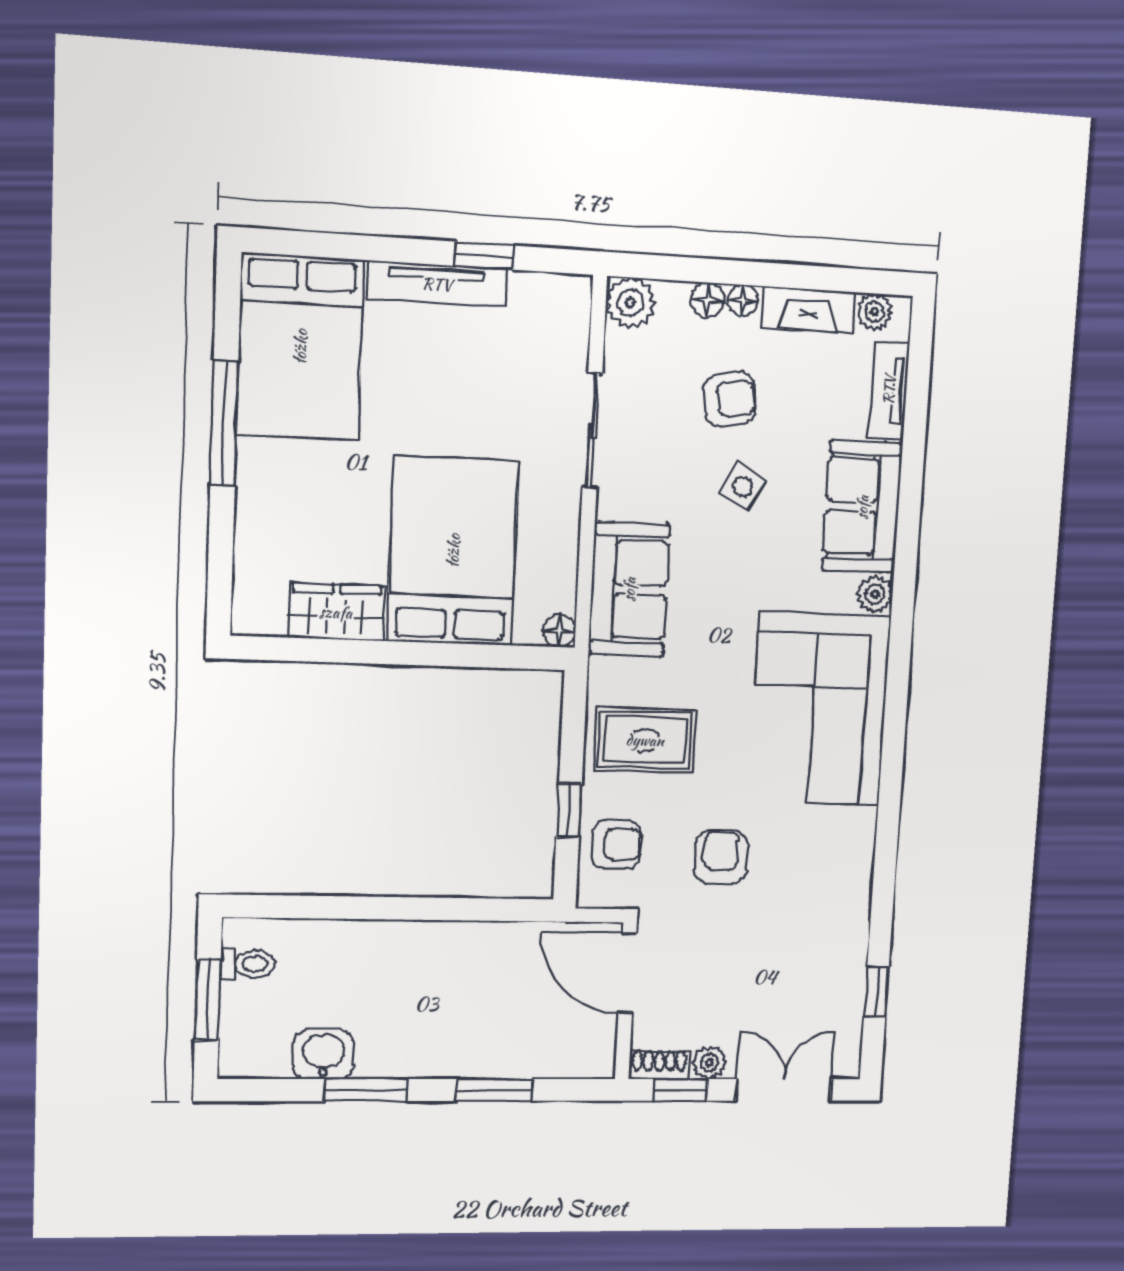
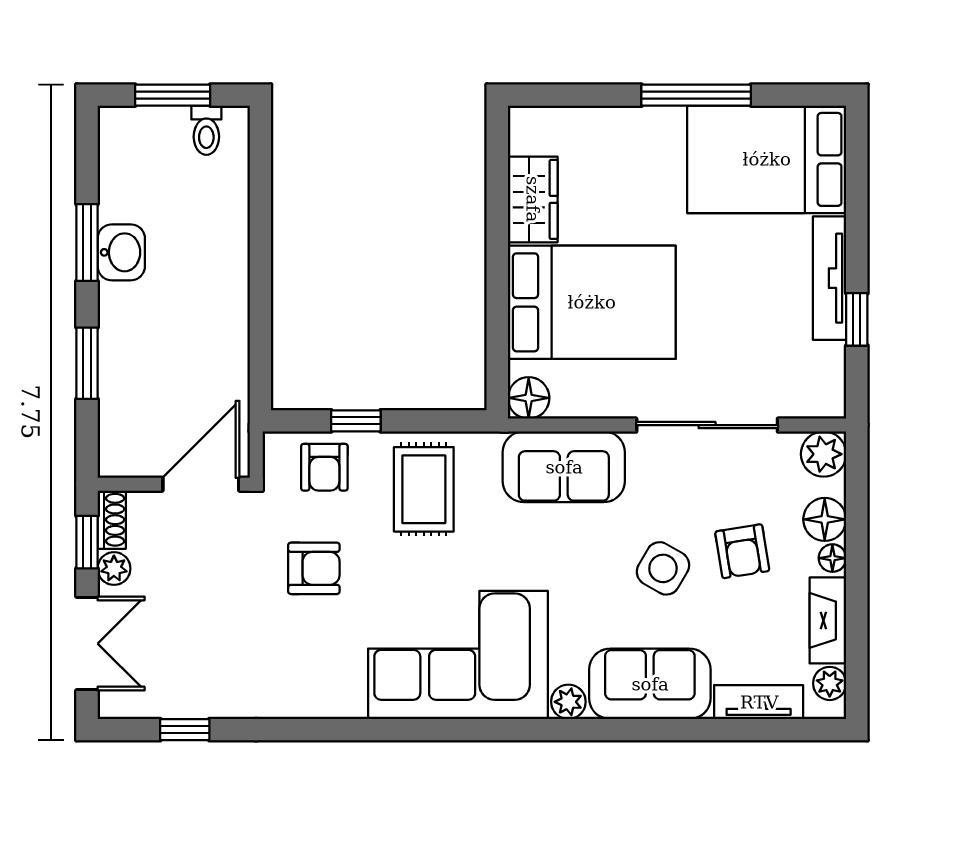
floor lamp: (708, 300) -> (825, 519), width x1.37, depth x1.37
sliding door: (592, 431) -> (707, 425), width x1.37
side table: (743, 487) -> (663, 568), width x1.37, depth x1.37
floor lamp: (559, 631) -> (529, 398), width x1.37, depth x1.37
washbasin: (323, 1054) -> (121, 252), moved

